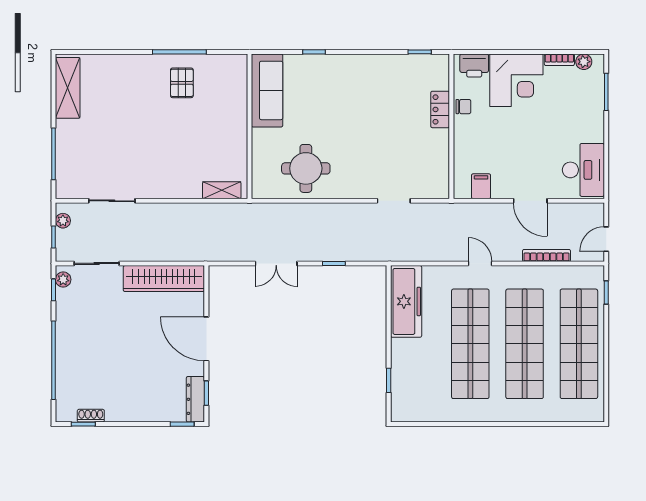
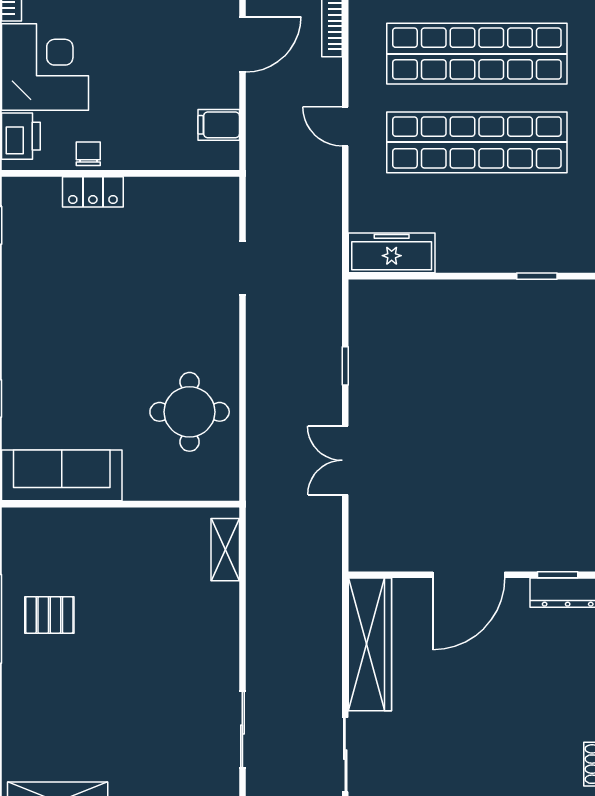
double door: (276, 263) -> (345, 460), swing flipped
door: (480, 263) -> (345, 126), hinge flipped
freezer: (406, 301) -> (392, 253), width x0.73, depth x0.79

